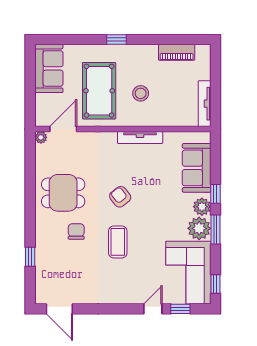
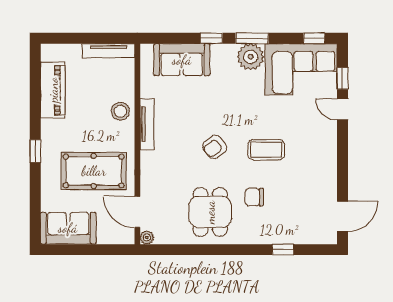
piano: (177, 52) -> (53, 90), width x1.37, depth x1.33
stool: (141, 93) -> (120, 111), moved
plant: (202, 207) -> (226, 54), removed

